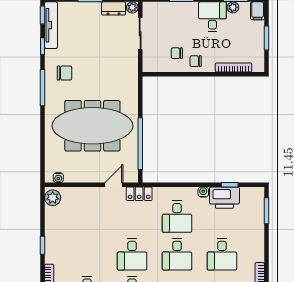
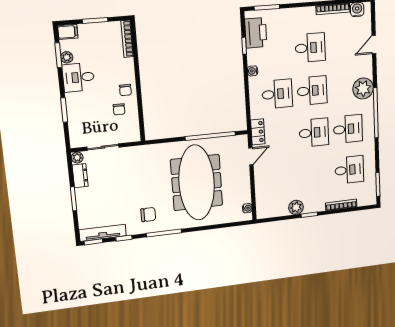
bookcase: (234, 67) -> (127, 39), moved
chair: (64, 73) -> (148, 215), turned 90
door: (114, 185) -> (251, 156), swing flipped
plant: (53, 198) -> (296, 207), moved
printer: (224, 198) -> (256, 33), moved

